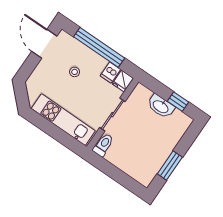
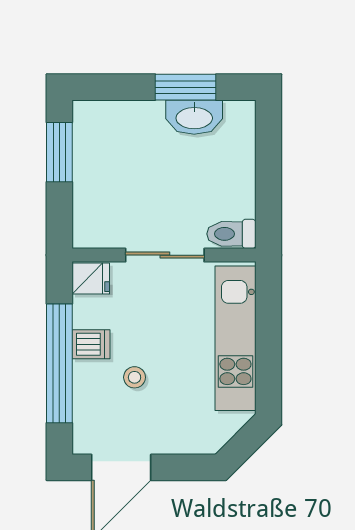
dishwasher: (110, 73) -> (91, 344), moved
window: (178, 102) -> (59, 152), width x1.50
washbasin: (161, 106) -> (194, 117), moved, turned 90

